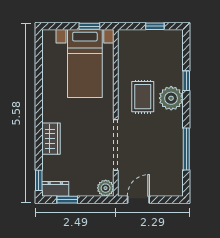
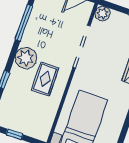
plant: (171, 98) -> (26, 58), moved

